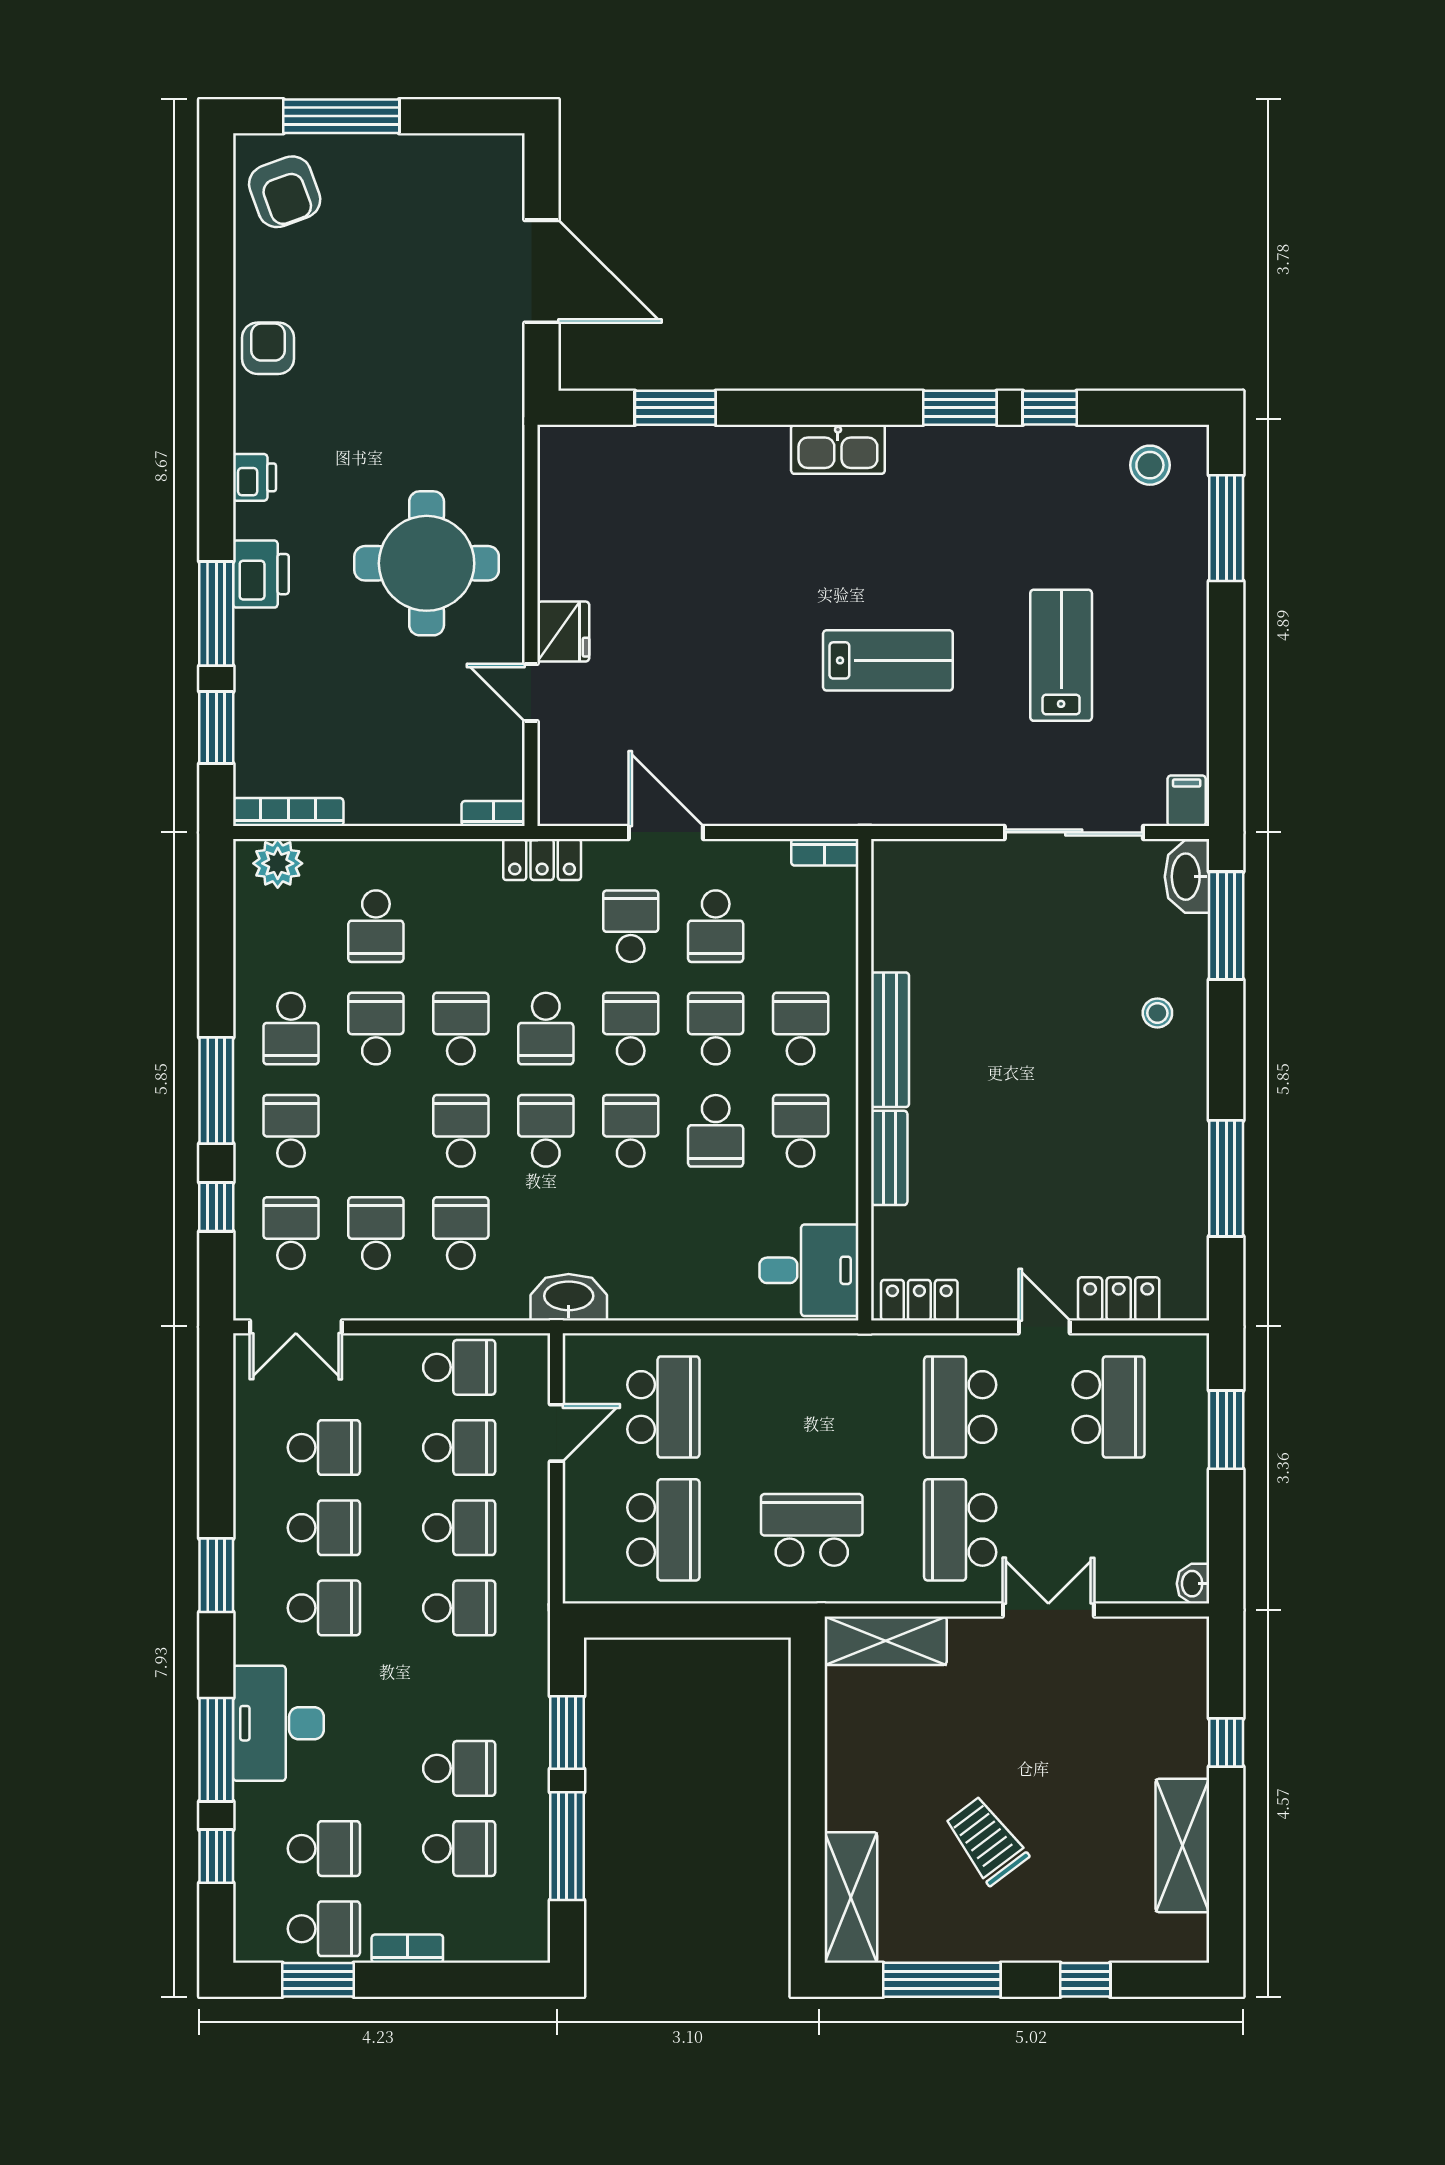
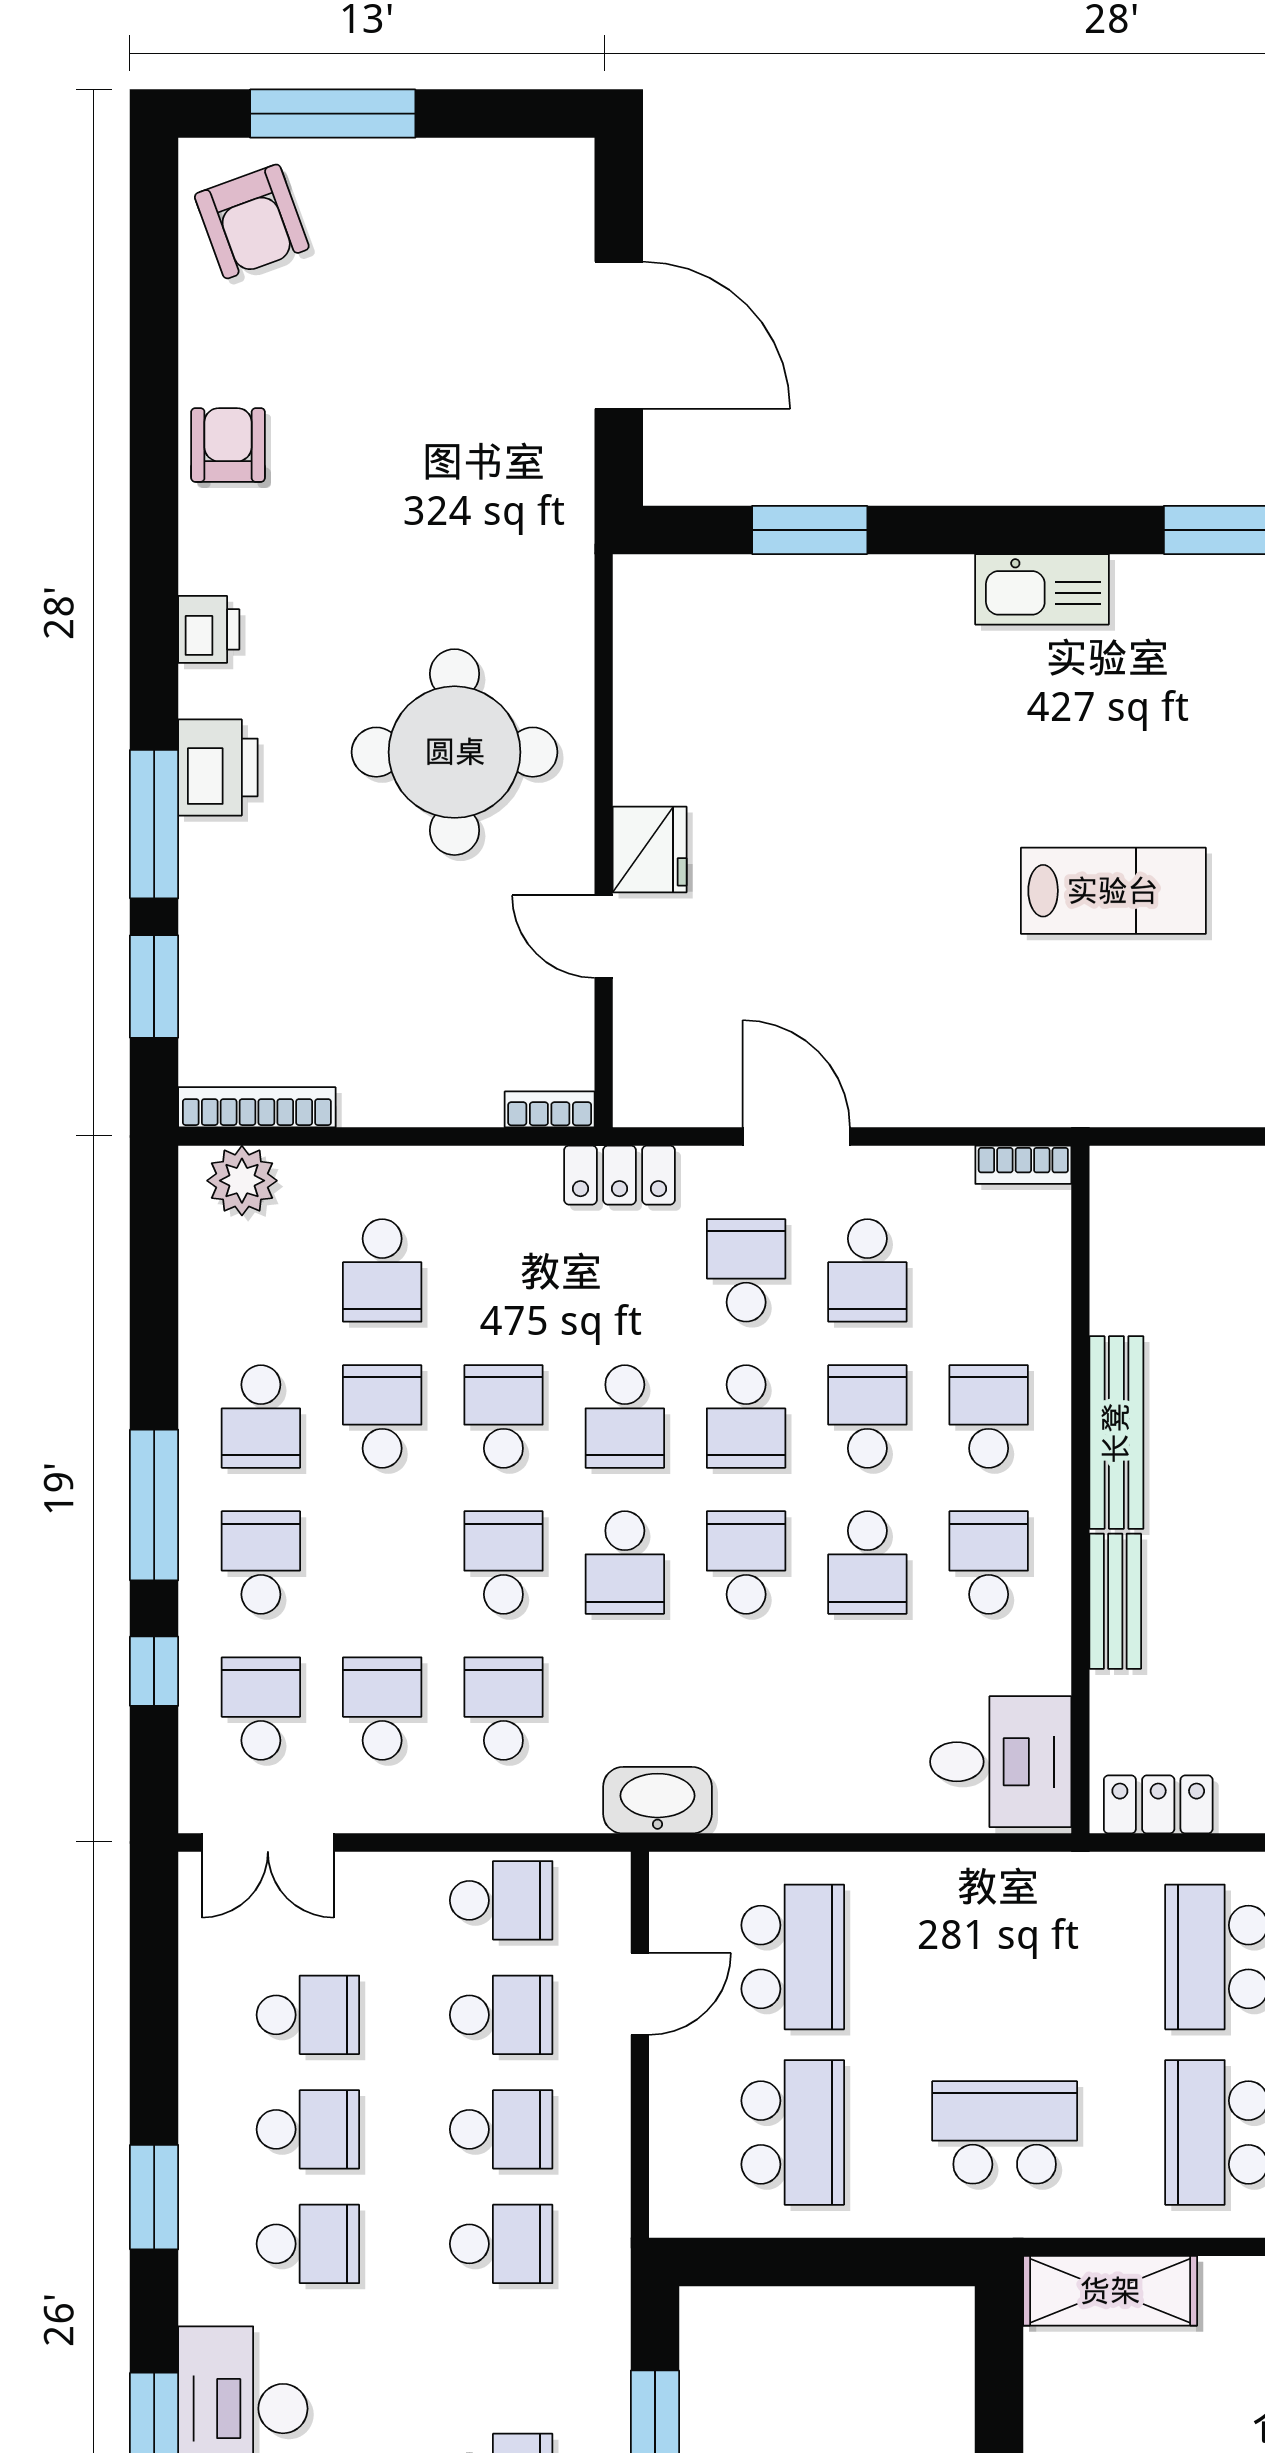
school desk: (631, 1029) -> (746, 1416), turned 180
school desk: (546, 1131) -> (625, 1563), turned 180

